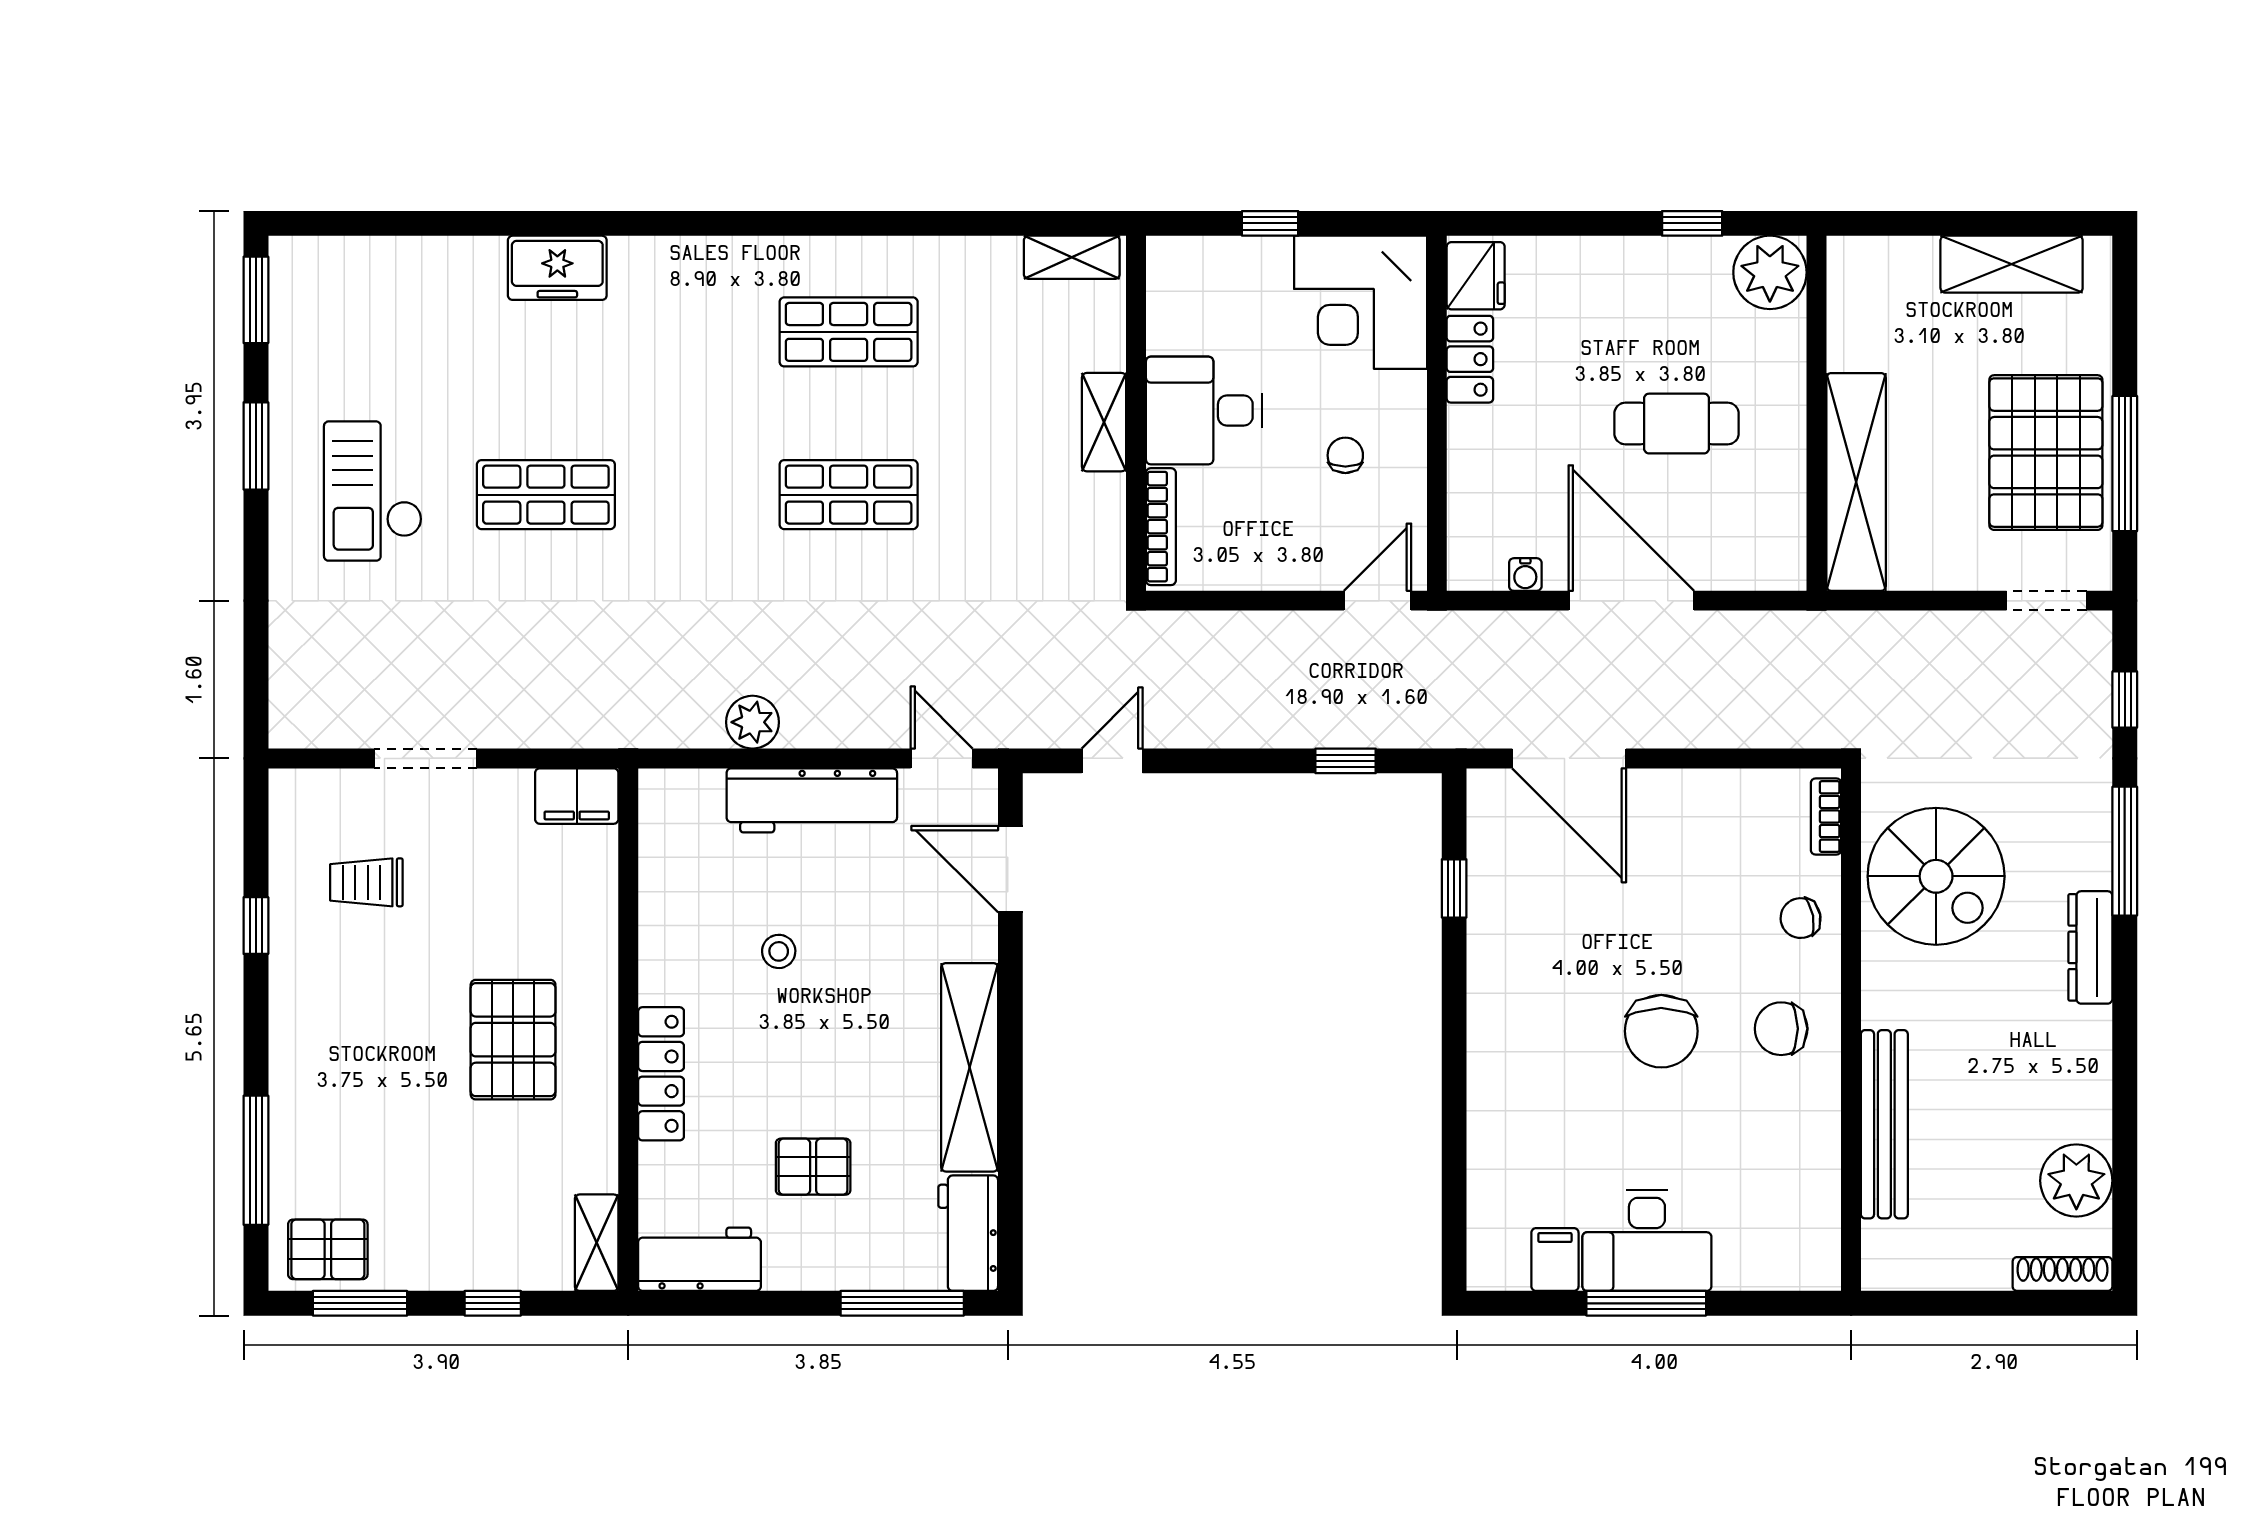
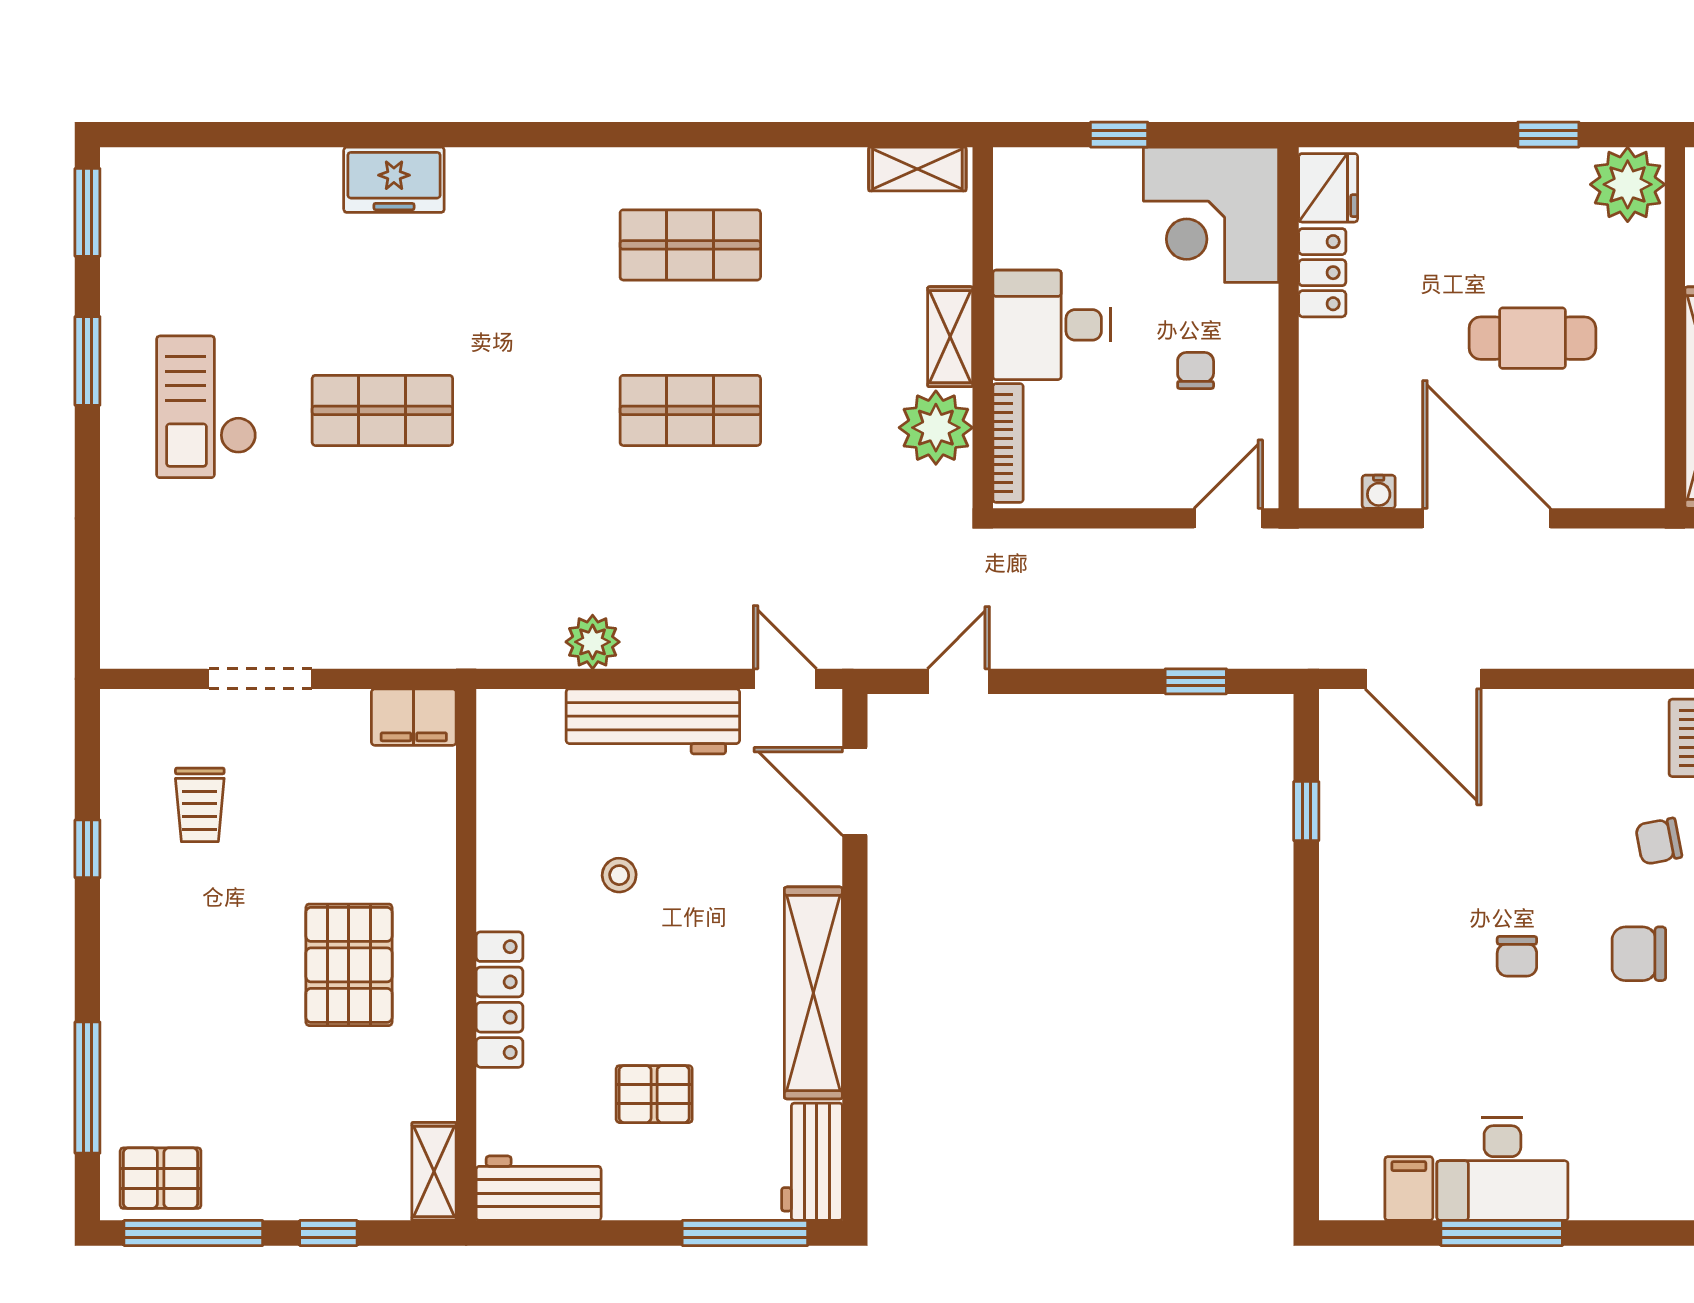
plant: (1090, 511) -> (936, 428), added
trolley: (366, 882) -> (200, 805), turned -90
chair: (1661, 1031) -> (1517, 956), width x0.54, depth x0.54
window: (360, 1303) -> (193, 1233), width x1.44

